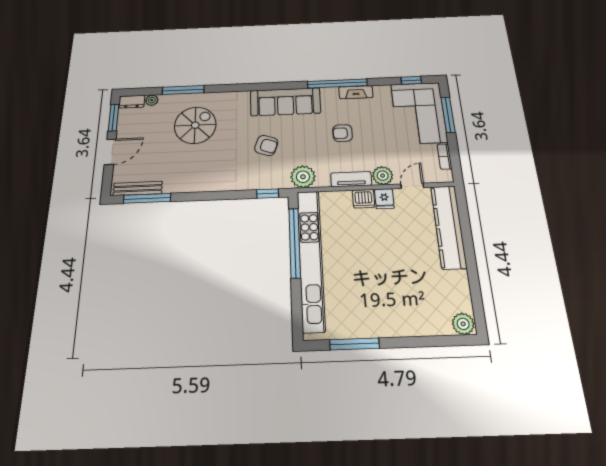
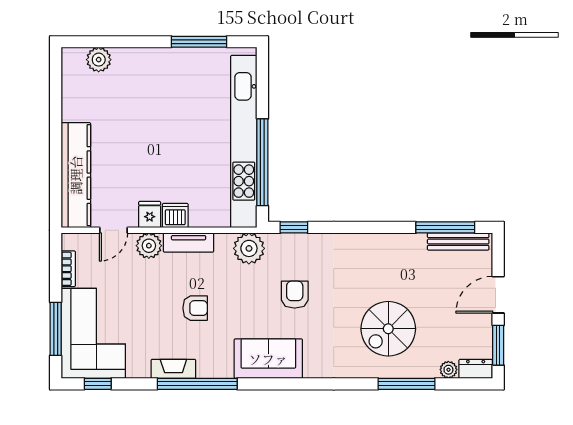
sofa: (285, 102) -> (268, 359), width x0.73
armchair: (266, 145) -> (295, 295), turned 71
plant: (463, 324) -> (99, 60), moved

